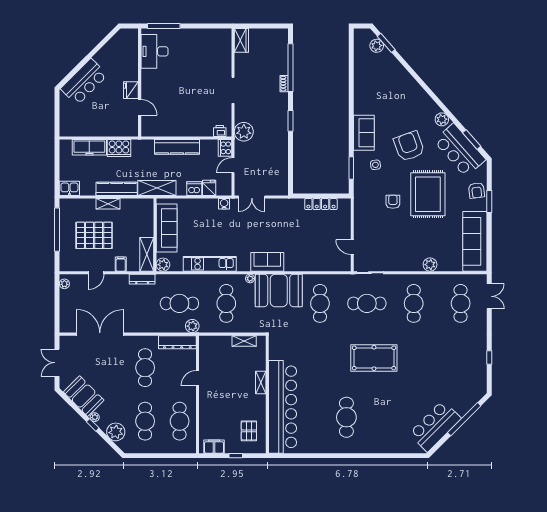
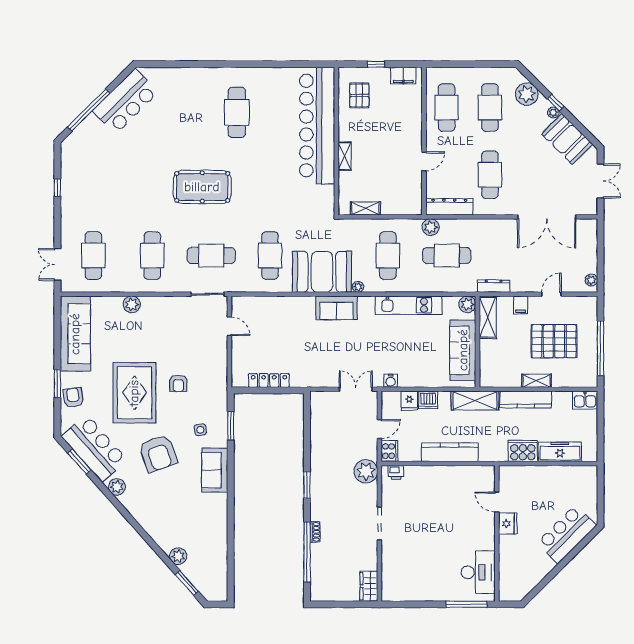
plant: (377, 46) -> (178, 556), moved

